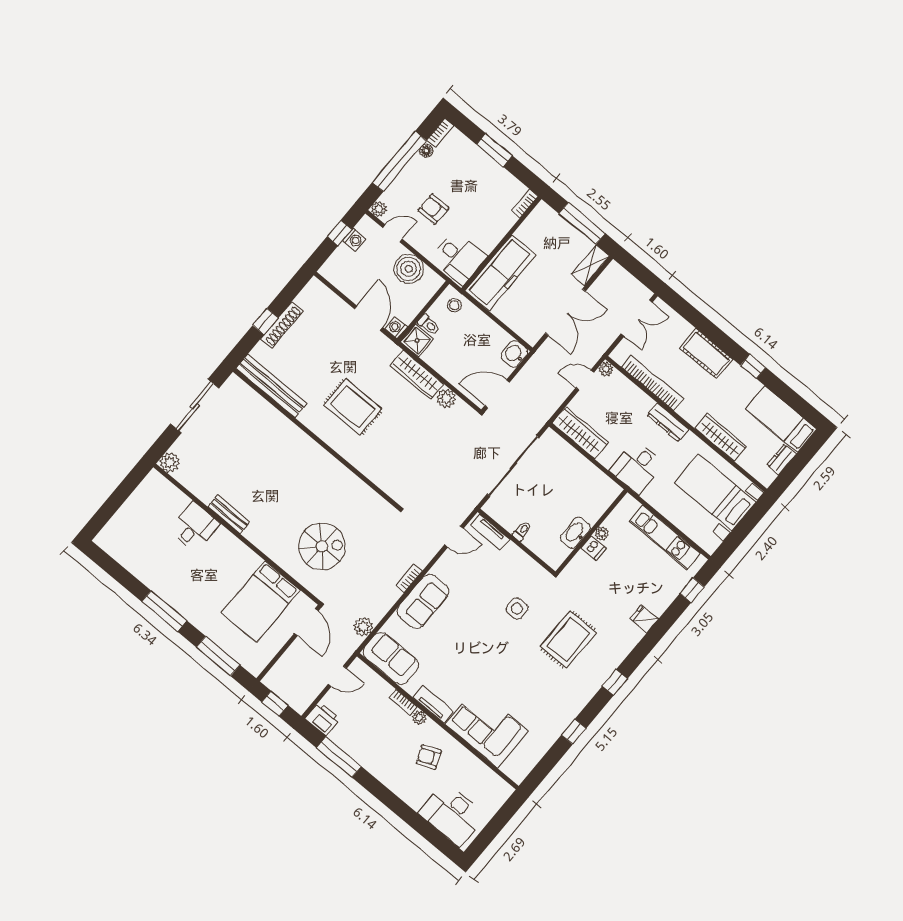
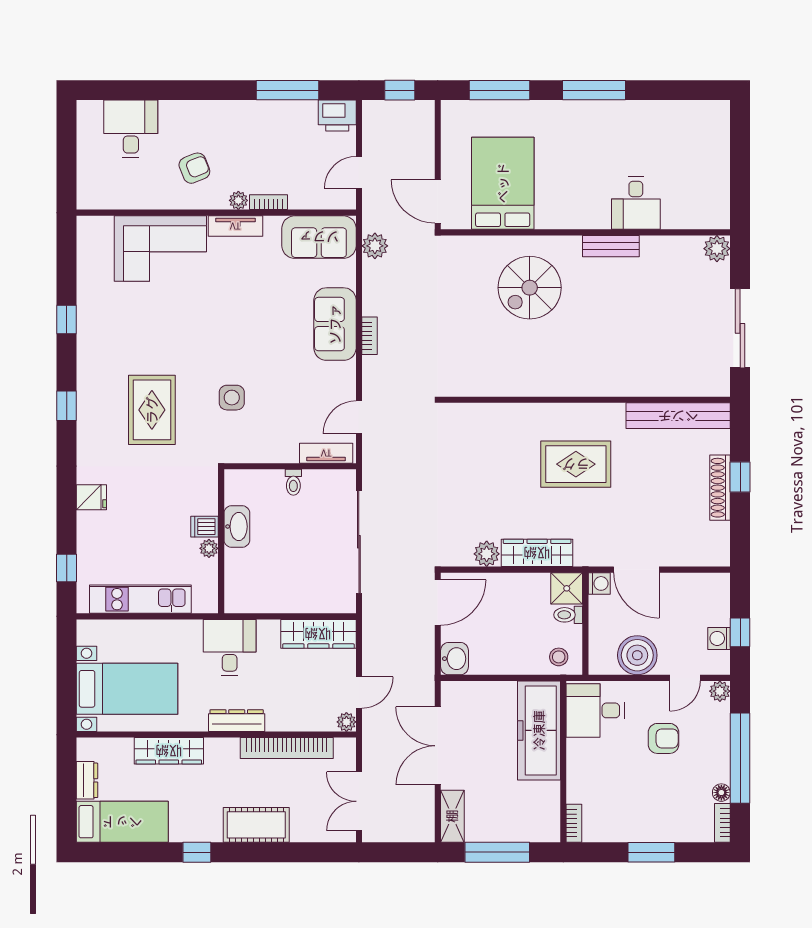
spiral stairs: (322, 546) -> (530, 288), moved
desk: (452, 814) -> (131, 129), width x0.73

